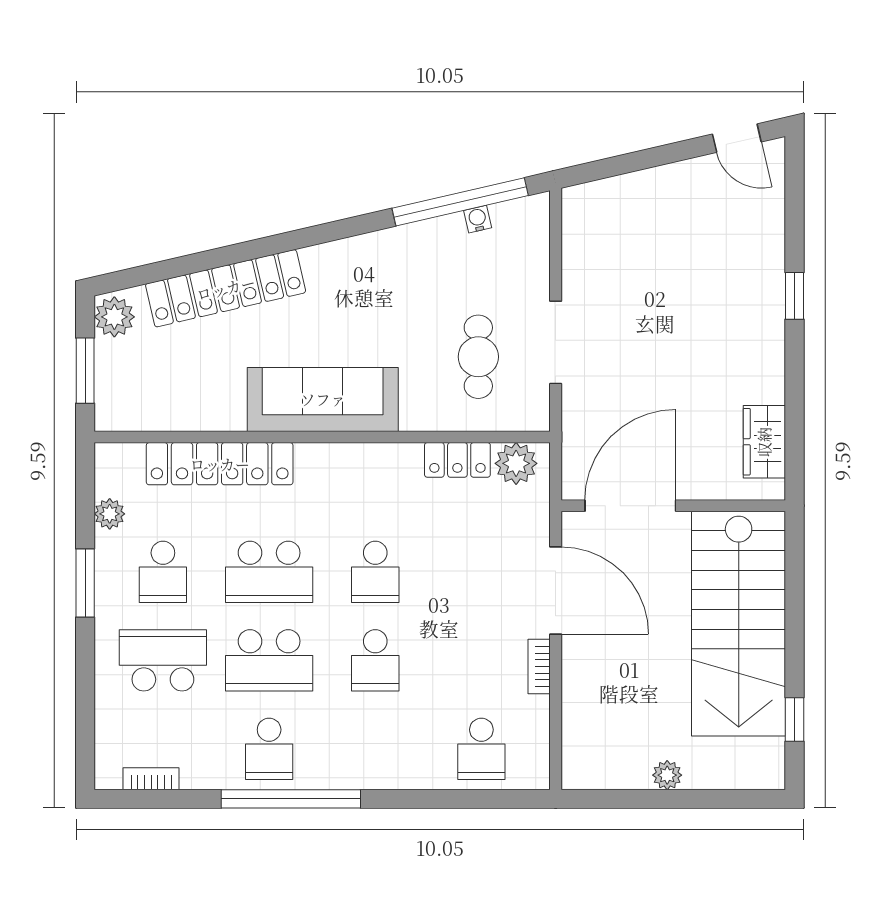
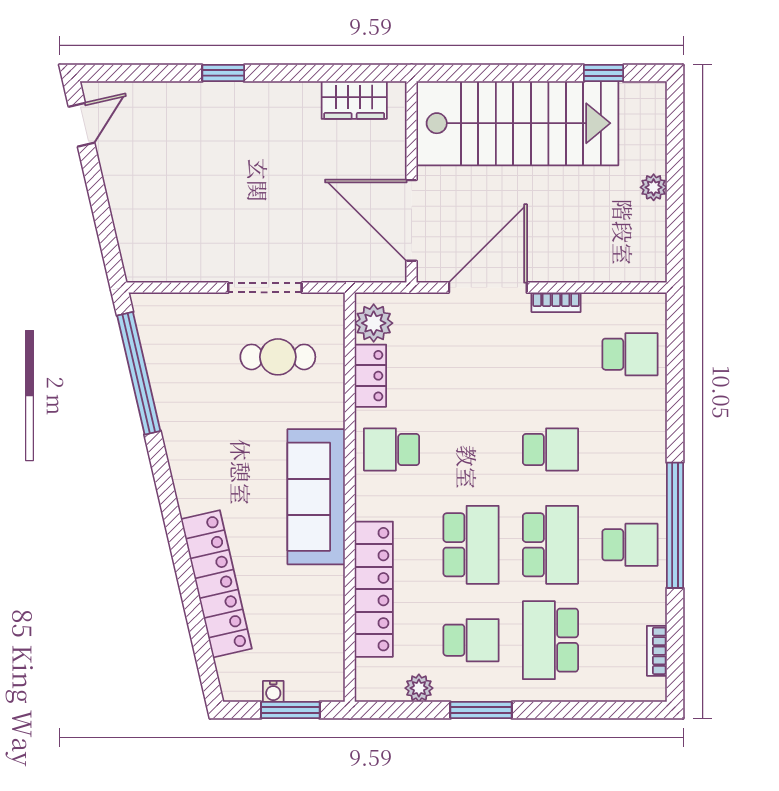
water cooler: (478, 219) -> (273, 691), moved, turned -77
plant: (114, 317) -> (242, 684), removed
school desk: (375, 572) -> (392, 449), moved, turned 180

